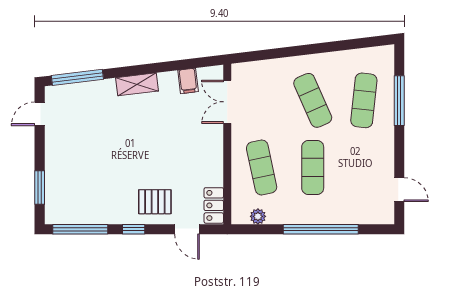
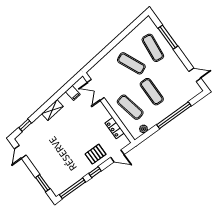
window: (77, 77) -> (25, 125), width x0.46
locker: (214, 205) -> (115, 128), moved

